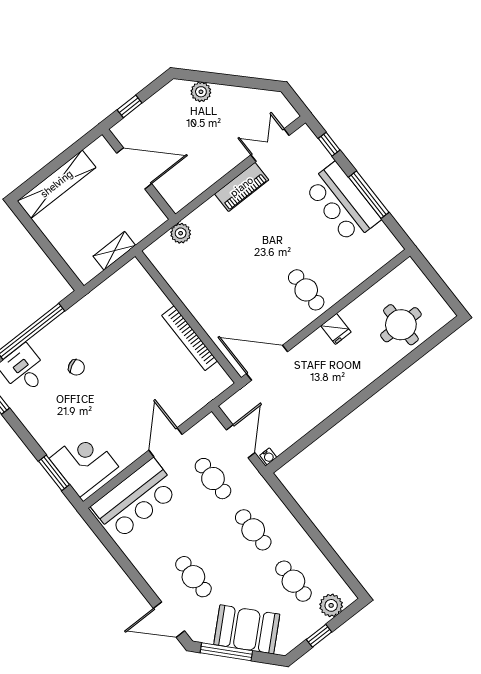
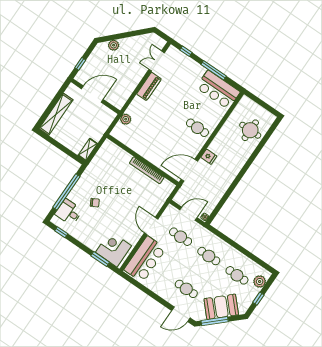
bar counter: (342, 203) -> (218, 90), moved
shelving: (114, 251) -> (88, 149), moved
fridge: (336, 329) -> (209, 157), moved
door: (241, 441) -> (188, 214), hinge flipped

